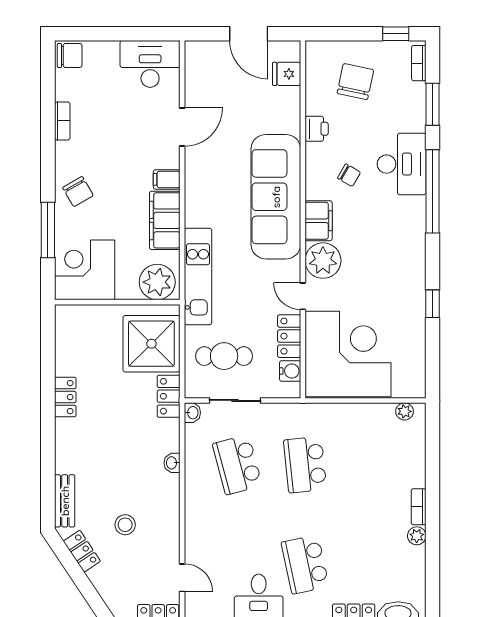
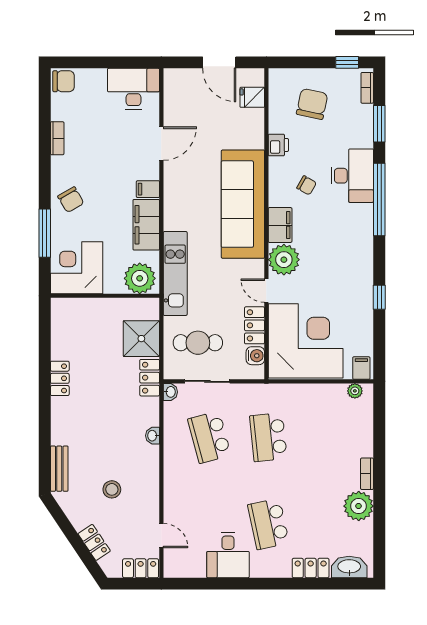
shower: (151, 344) -> (141, 339), width x0.73, depth x0.73
filing cabinet: (412, 385) -> (361, 368), added
plant: (417, 536) -> (359, 506), width x1.87, depth x1.87
locker: (82, 551) -> (94, 542), moved

